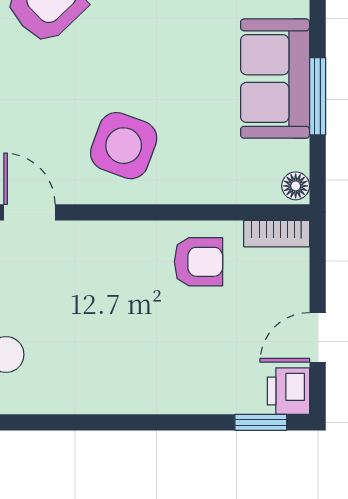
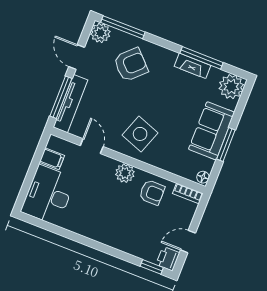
plant: (124, 243) -> (125, 173), added

